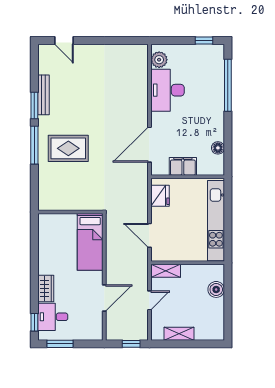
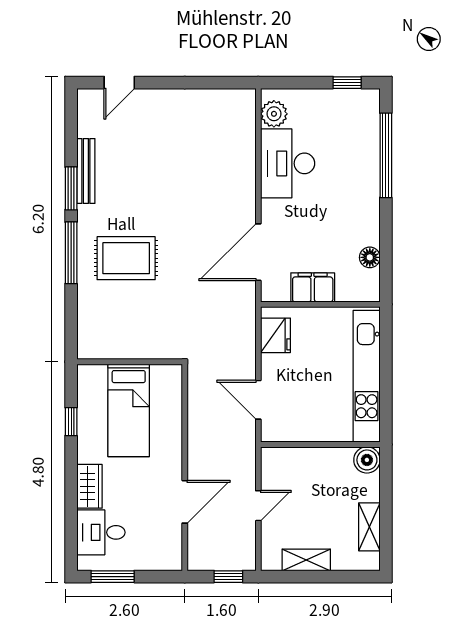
door: (64, 41) -> (119, 83), hinge flipped
bed: (90, 242) -> (129, 410), moved
shelving: (166, 271) -> (369, 527), moved, turned 90
boiler: (216, 289) -> (367, 460), moved
window: (34, 322) -> (71, 422), moved

